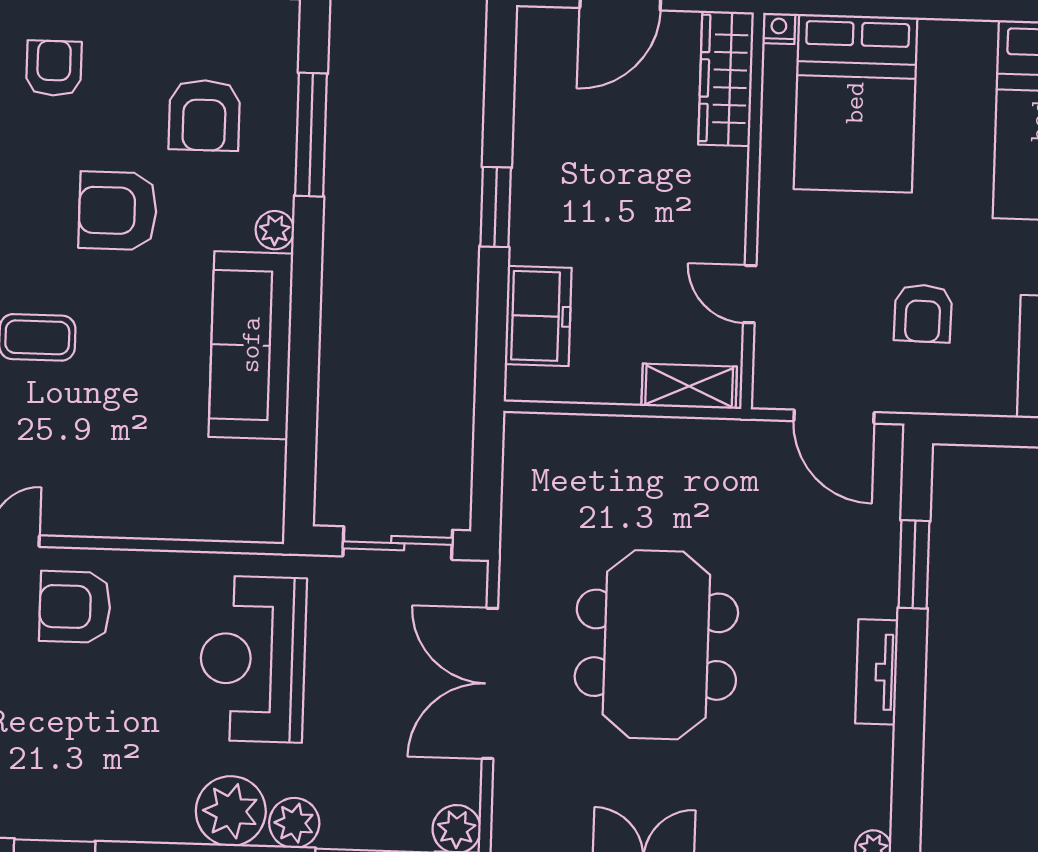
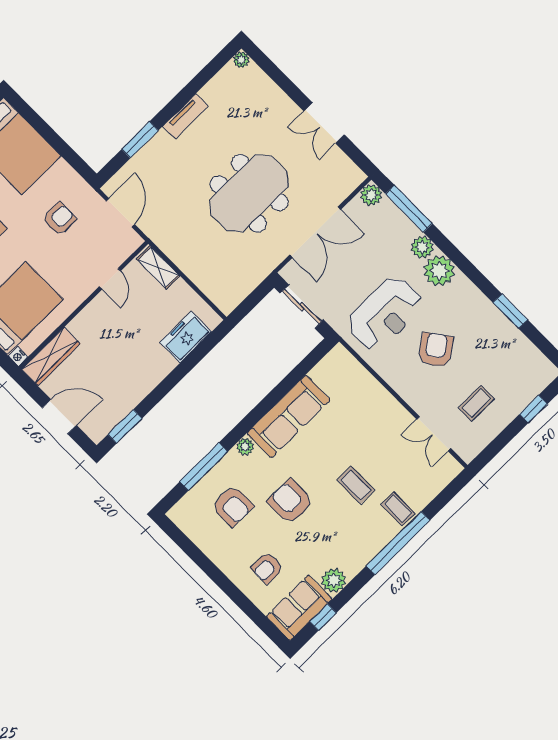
armchair: (204, 115) -> (233, 506), turned 90
window: (496, 207) -> (125, 426), moved
armchair: (118, 211) -> (290, 502), turned 180
armchair: (75, 607) -> (436, 350), moved, turned -126

